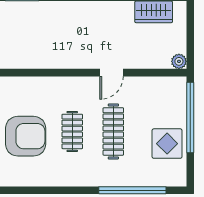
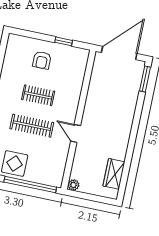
armchair: (26, 136) -> (42, 60), width x0.53, depth x0.53

